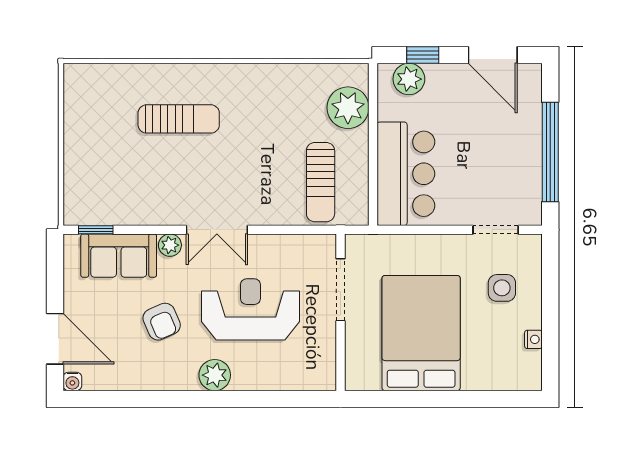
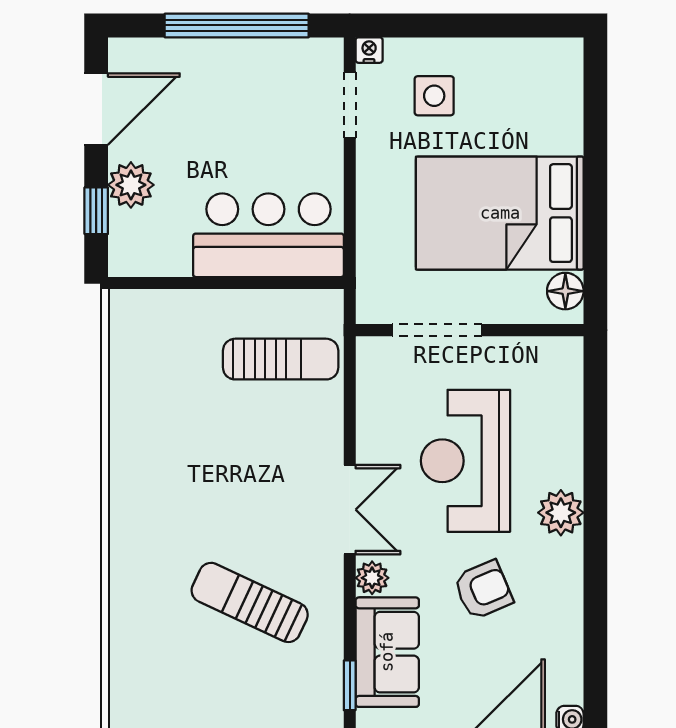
plant: (409, 79) -> (131, 185), moved
plant: (348, 108) -> (173, 319), removed
sun lounger: (179, 119) -> (250, 602), moved, turned -65
nightstand: (533, 339) -> (369, 50), moved
floor lamp: (367, 378) -> (565, 291), added

